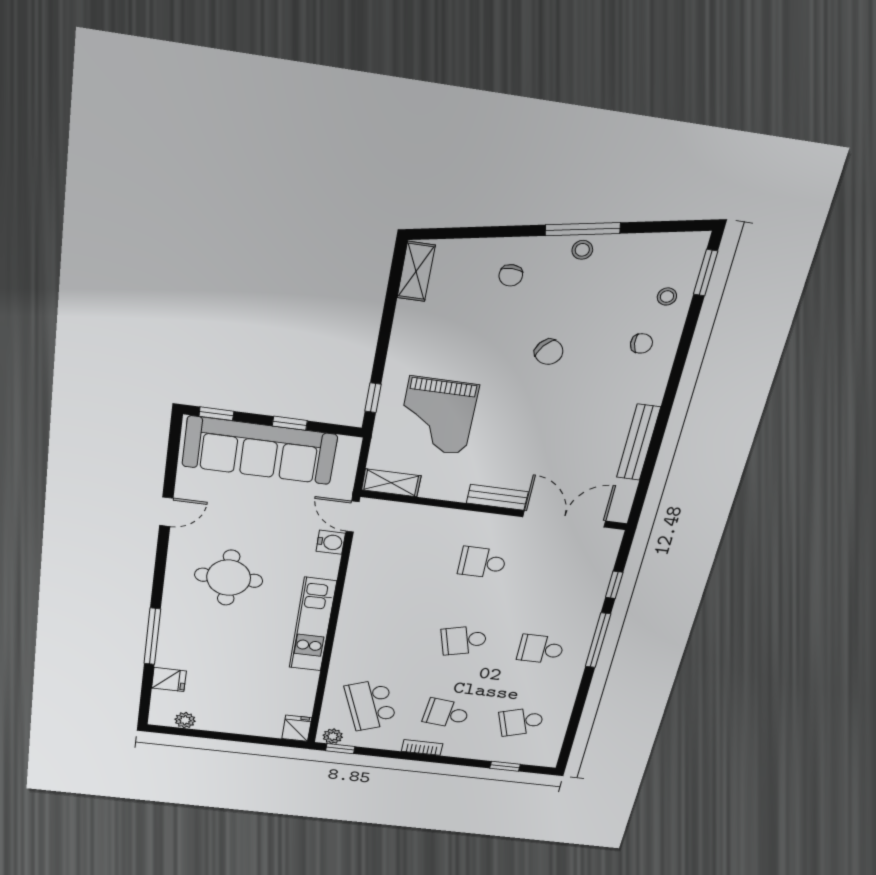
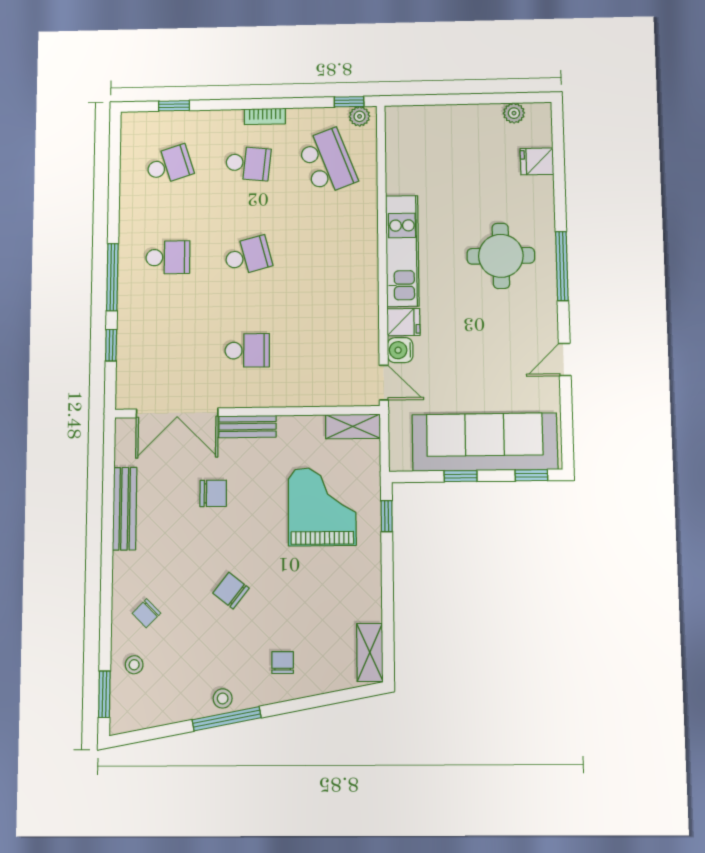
chair: (641, 343) -> (146, 613), turned -38
chair: (546, 443) -> (213, 493), added
round table: (229, 578) -> (501, 256), moved
window: (152, 636) -> (562, 266), moved
fridge: (297, 728) -> (403, 322), moved, turned -90

